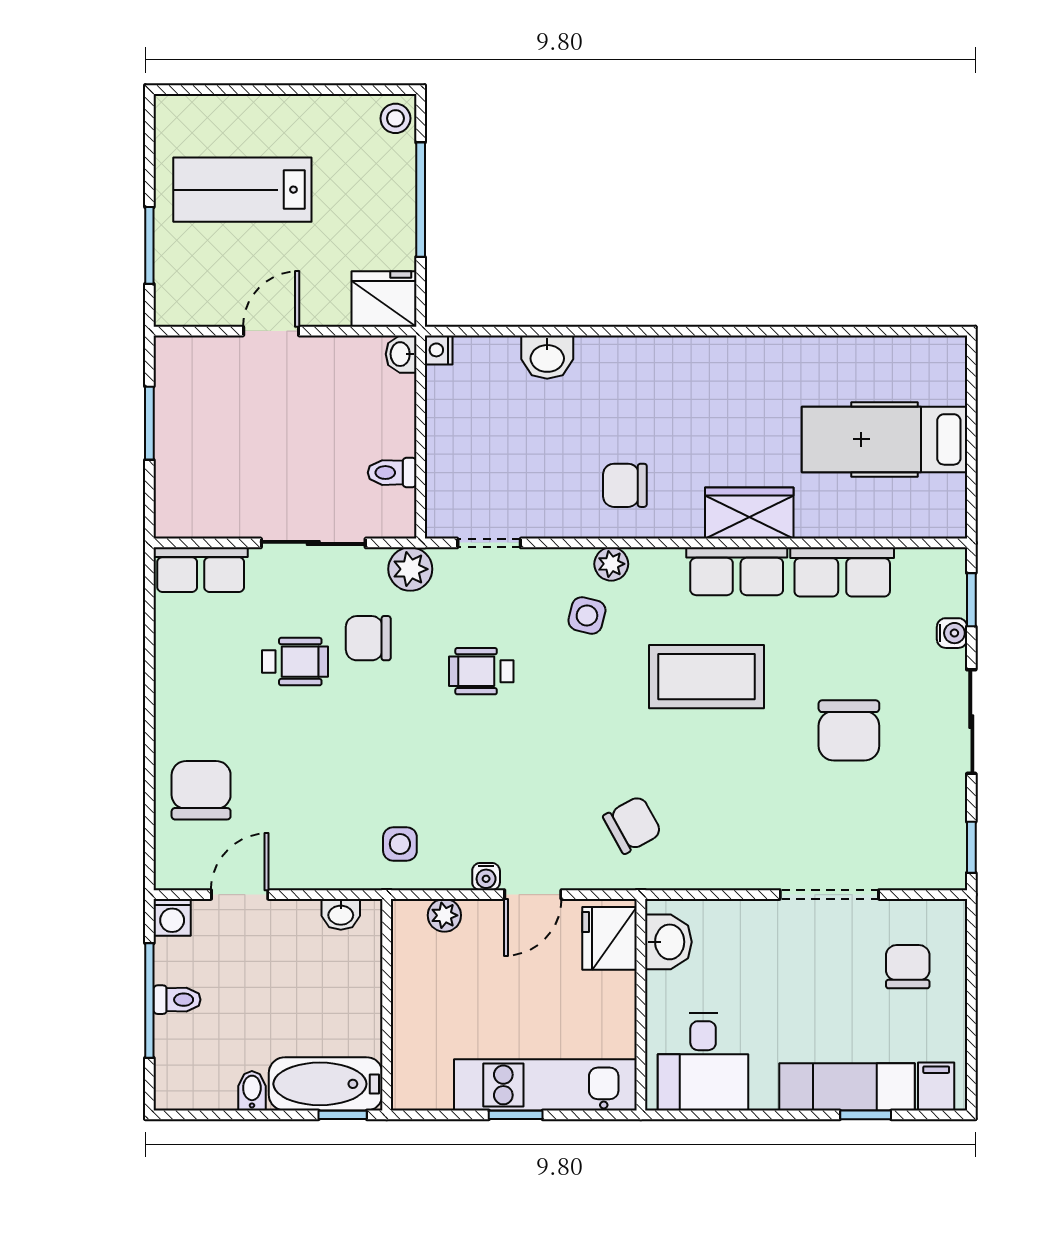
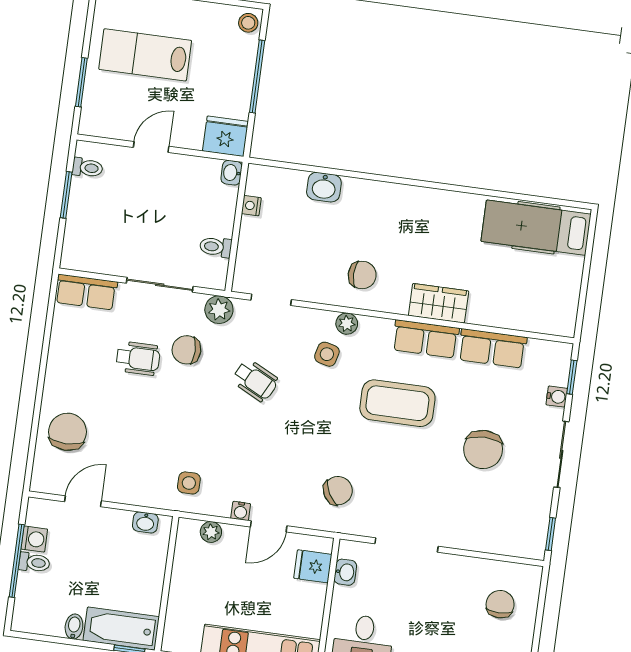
nightstand: (439, 350) -> (251, 206), moved
toilet: (177, 377) -> (87, 168), added
hospital bed: (884, 439) -> (536, 228), moved
chair: (625, 485) -> (362, 275), turned 180
wheelchair: (481, 671) -> (255, 380), turned -153
doorway: (829, 895) -> (407, 545), moved
washing machine: (172, 917) -> (34, 539), moved, turned -90
fridge: (609, 938) -> (313, 566), width x0.72
washbasin: (668, 942) -> (345, 572), width x0.72, depth x0.69

